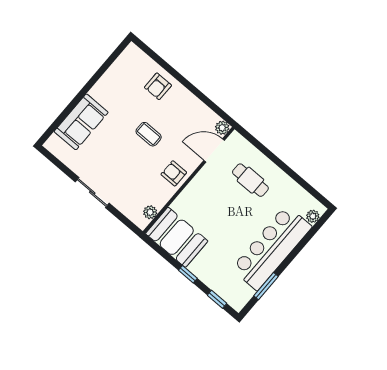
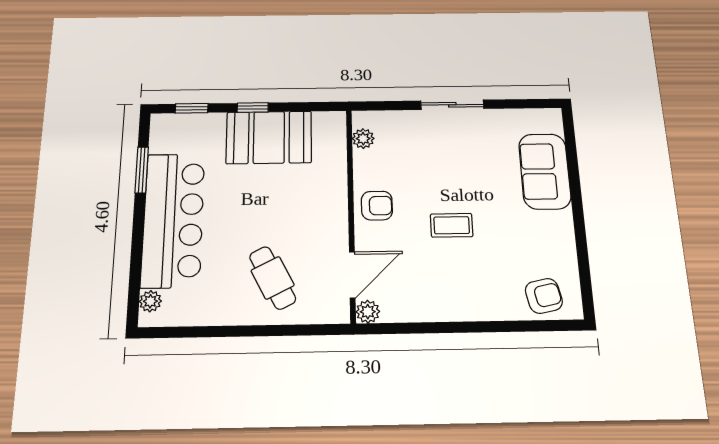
armchair: (158, 86) -> (544, 296), moved, turned 78
cafe table: (250, 180) -> (273, 278), turned 63
booth: (177, 237) -> (269, 137), moved

